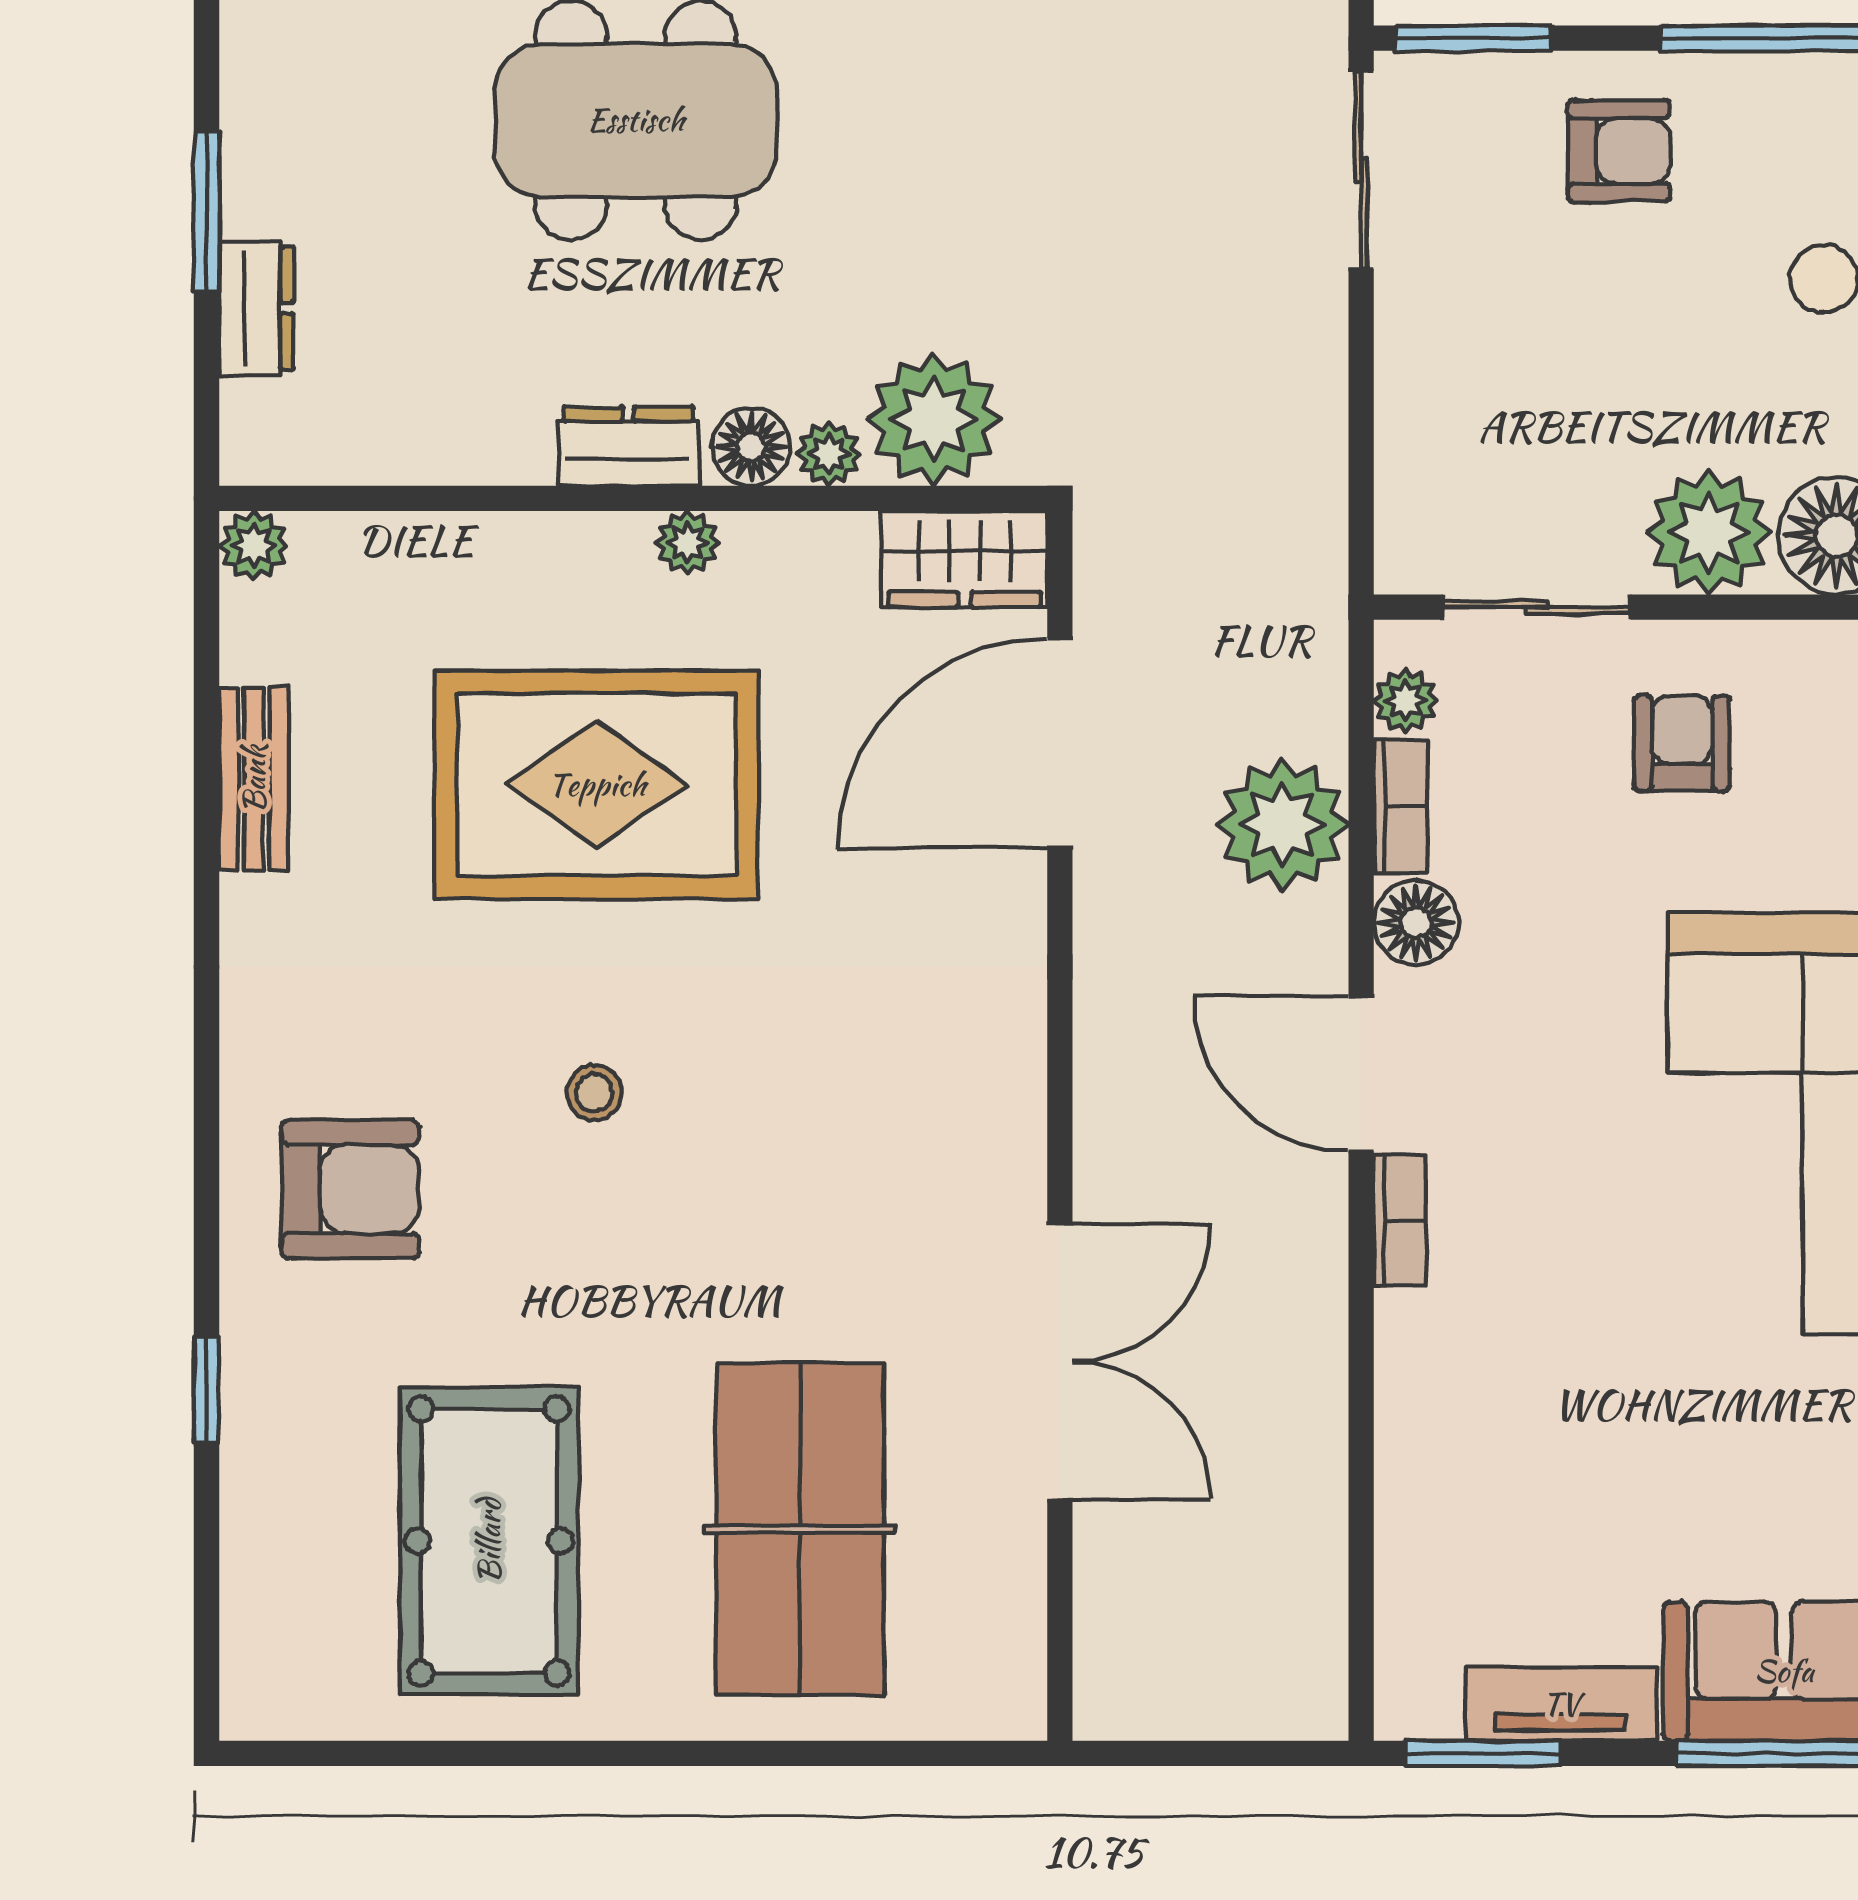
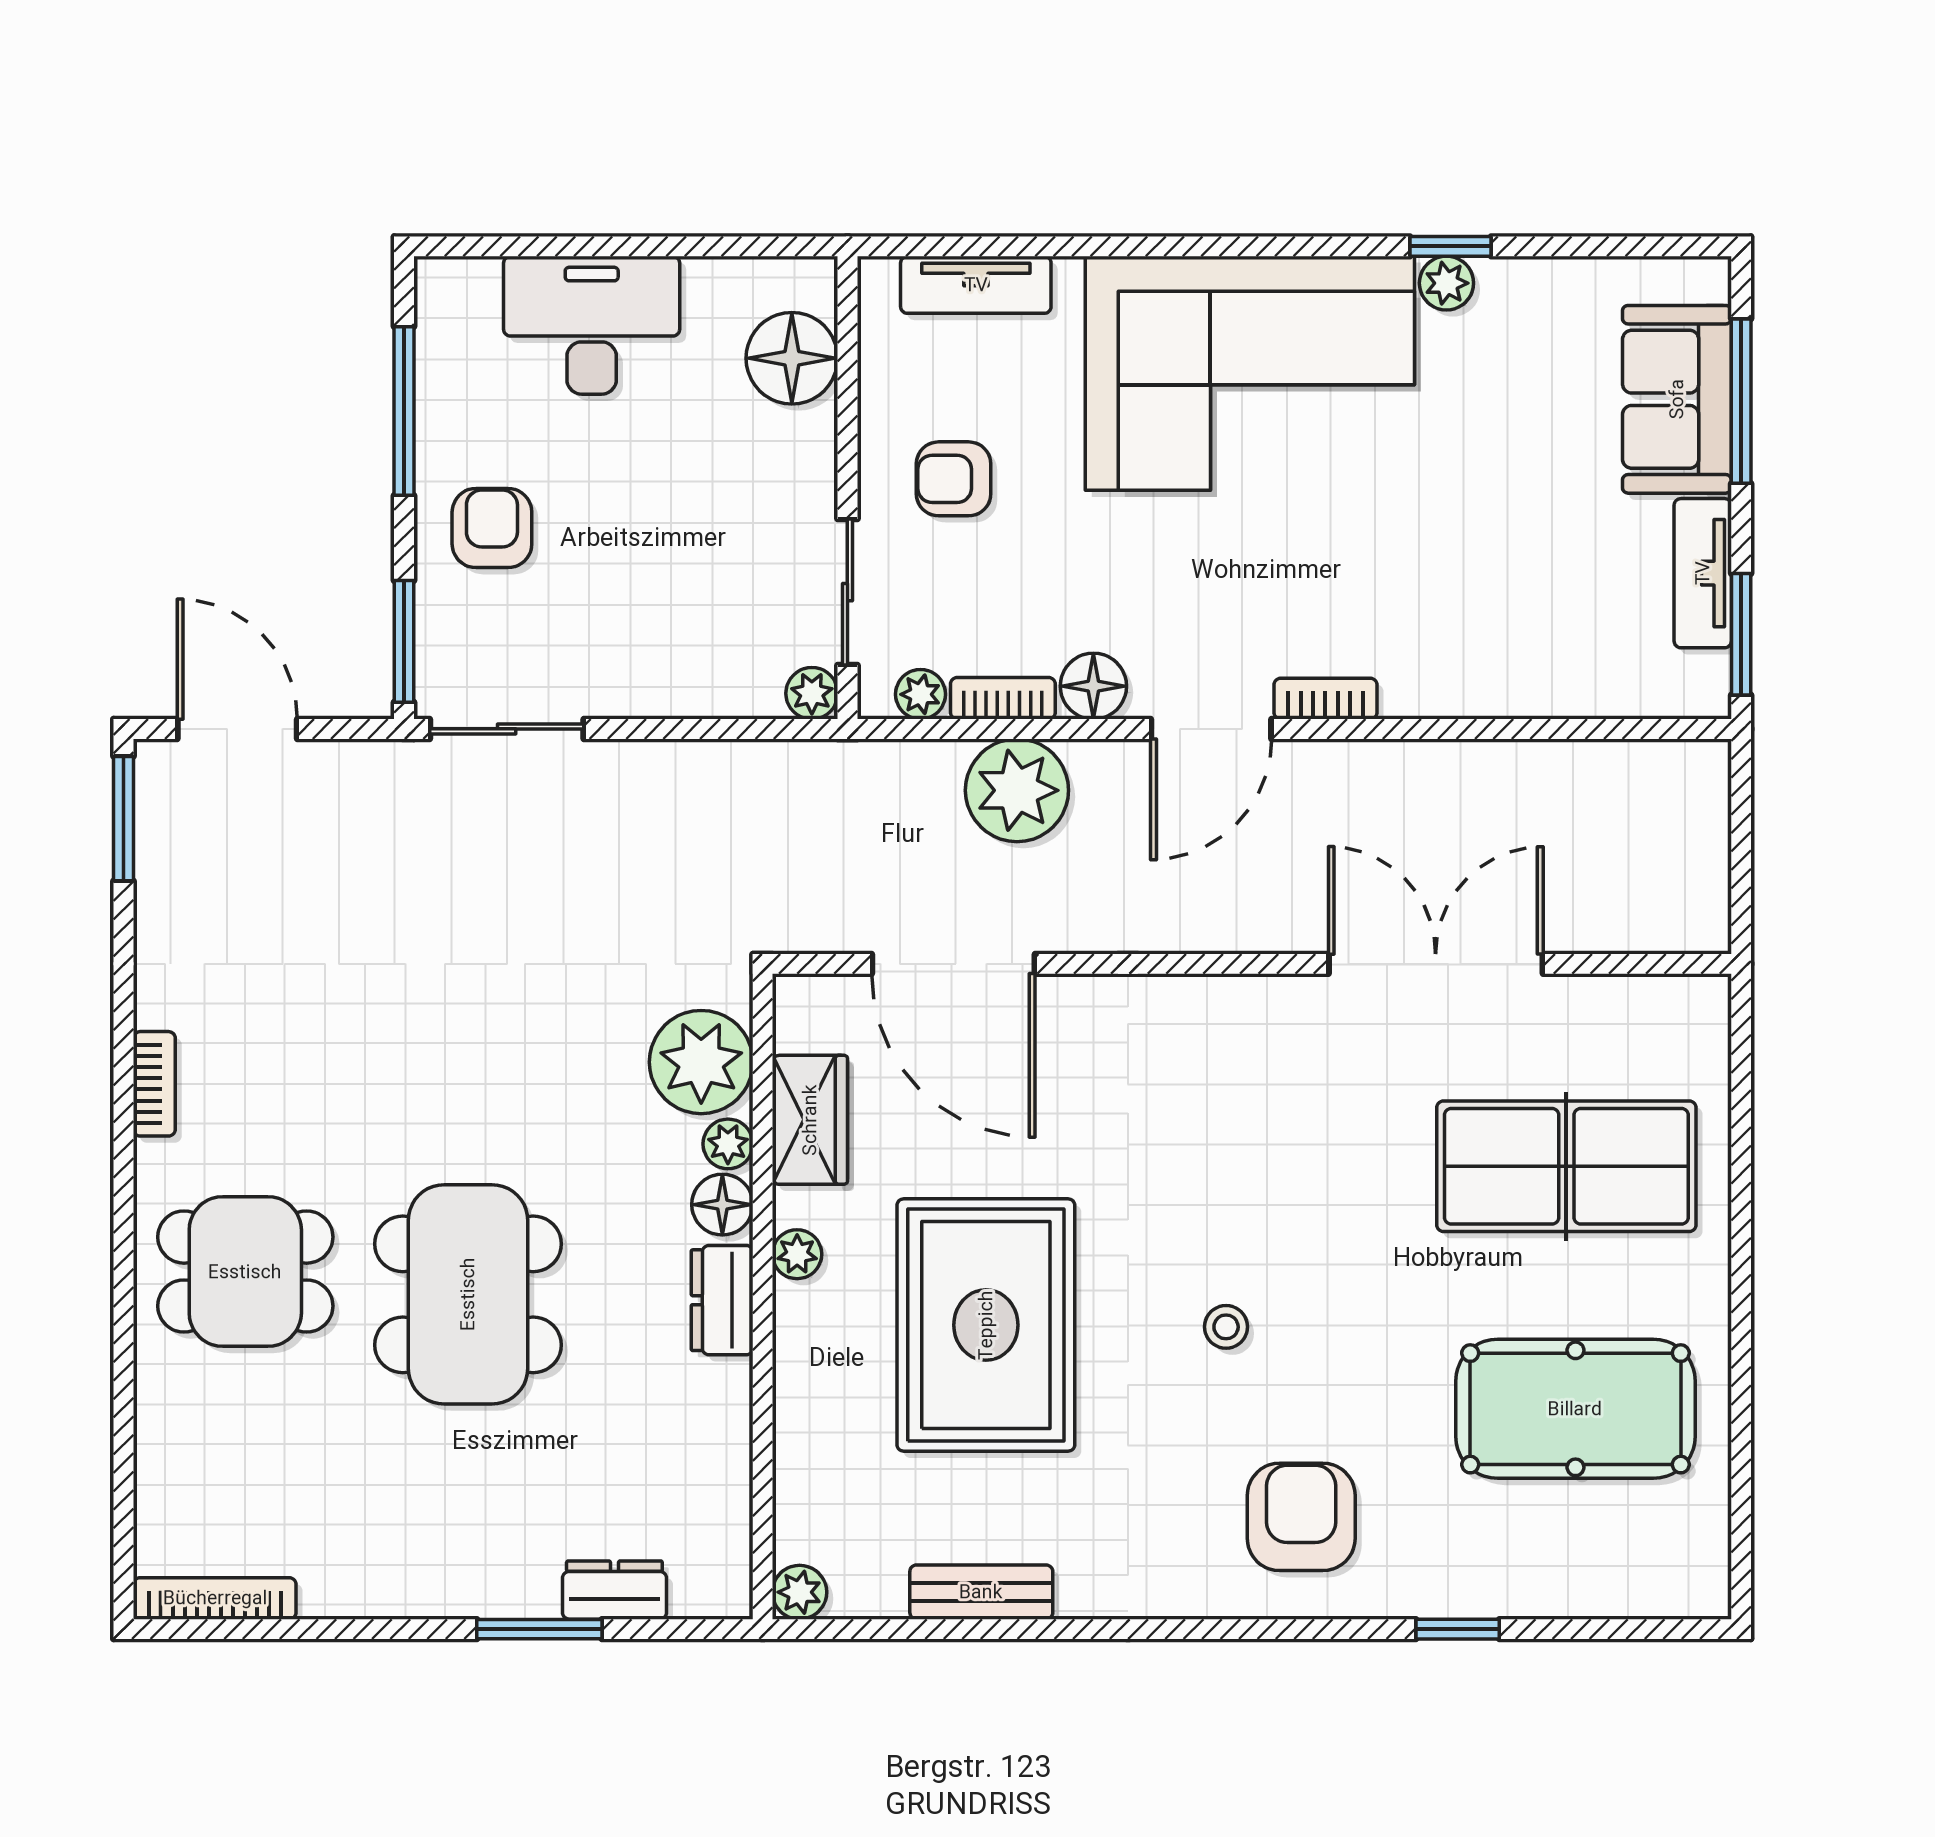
plant: (1709, 532) -> (812, 693), moved, width x0.53, depth x0.53
wardrobe: (964, 559) -> (810, 1120), moved

